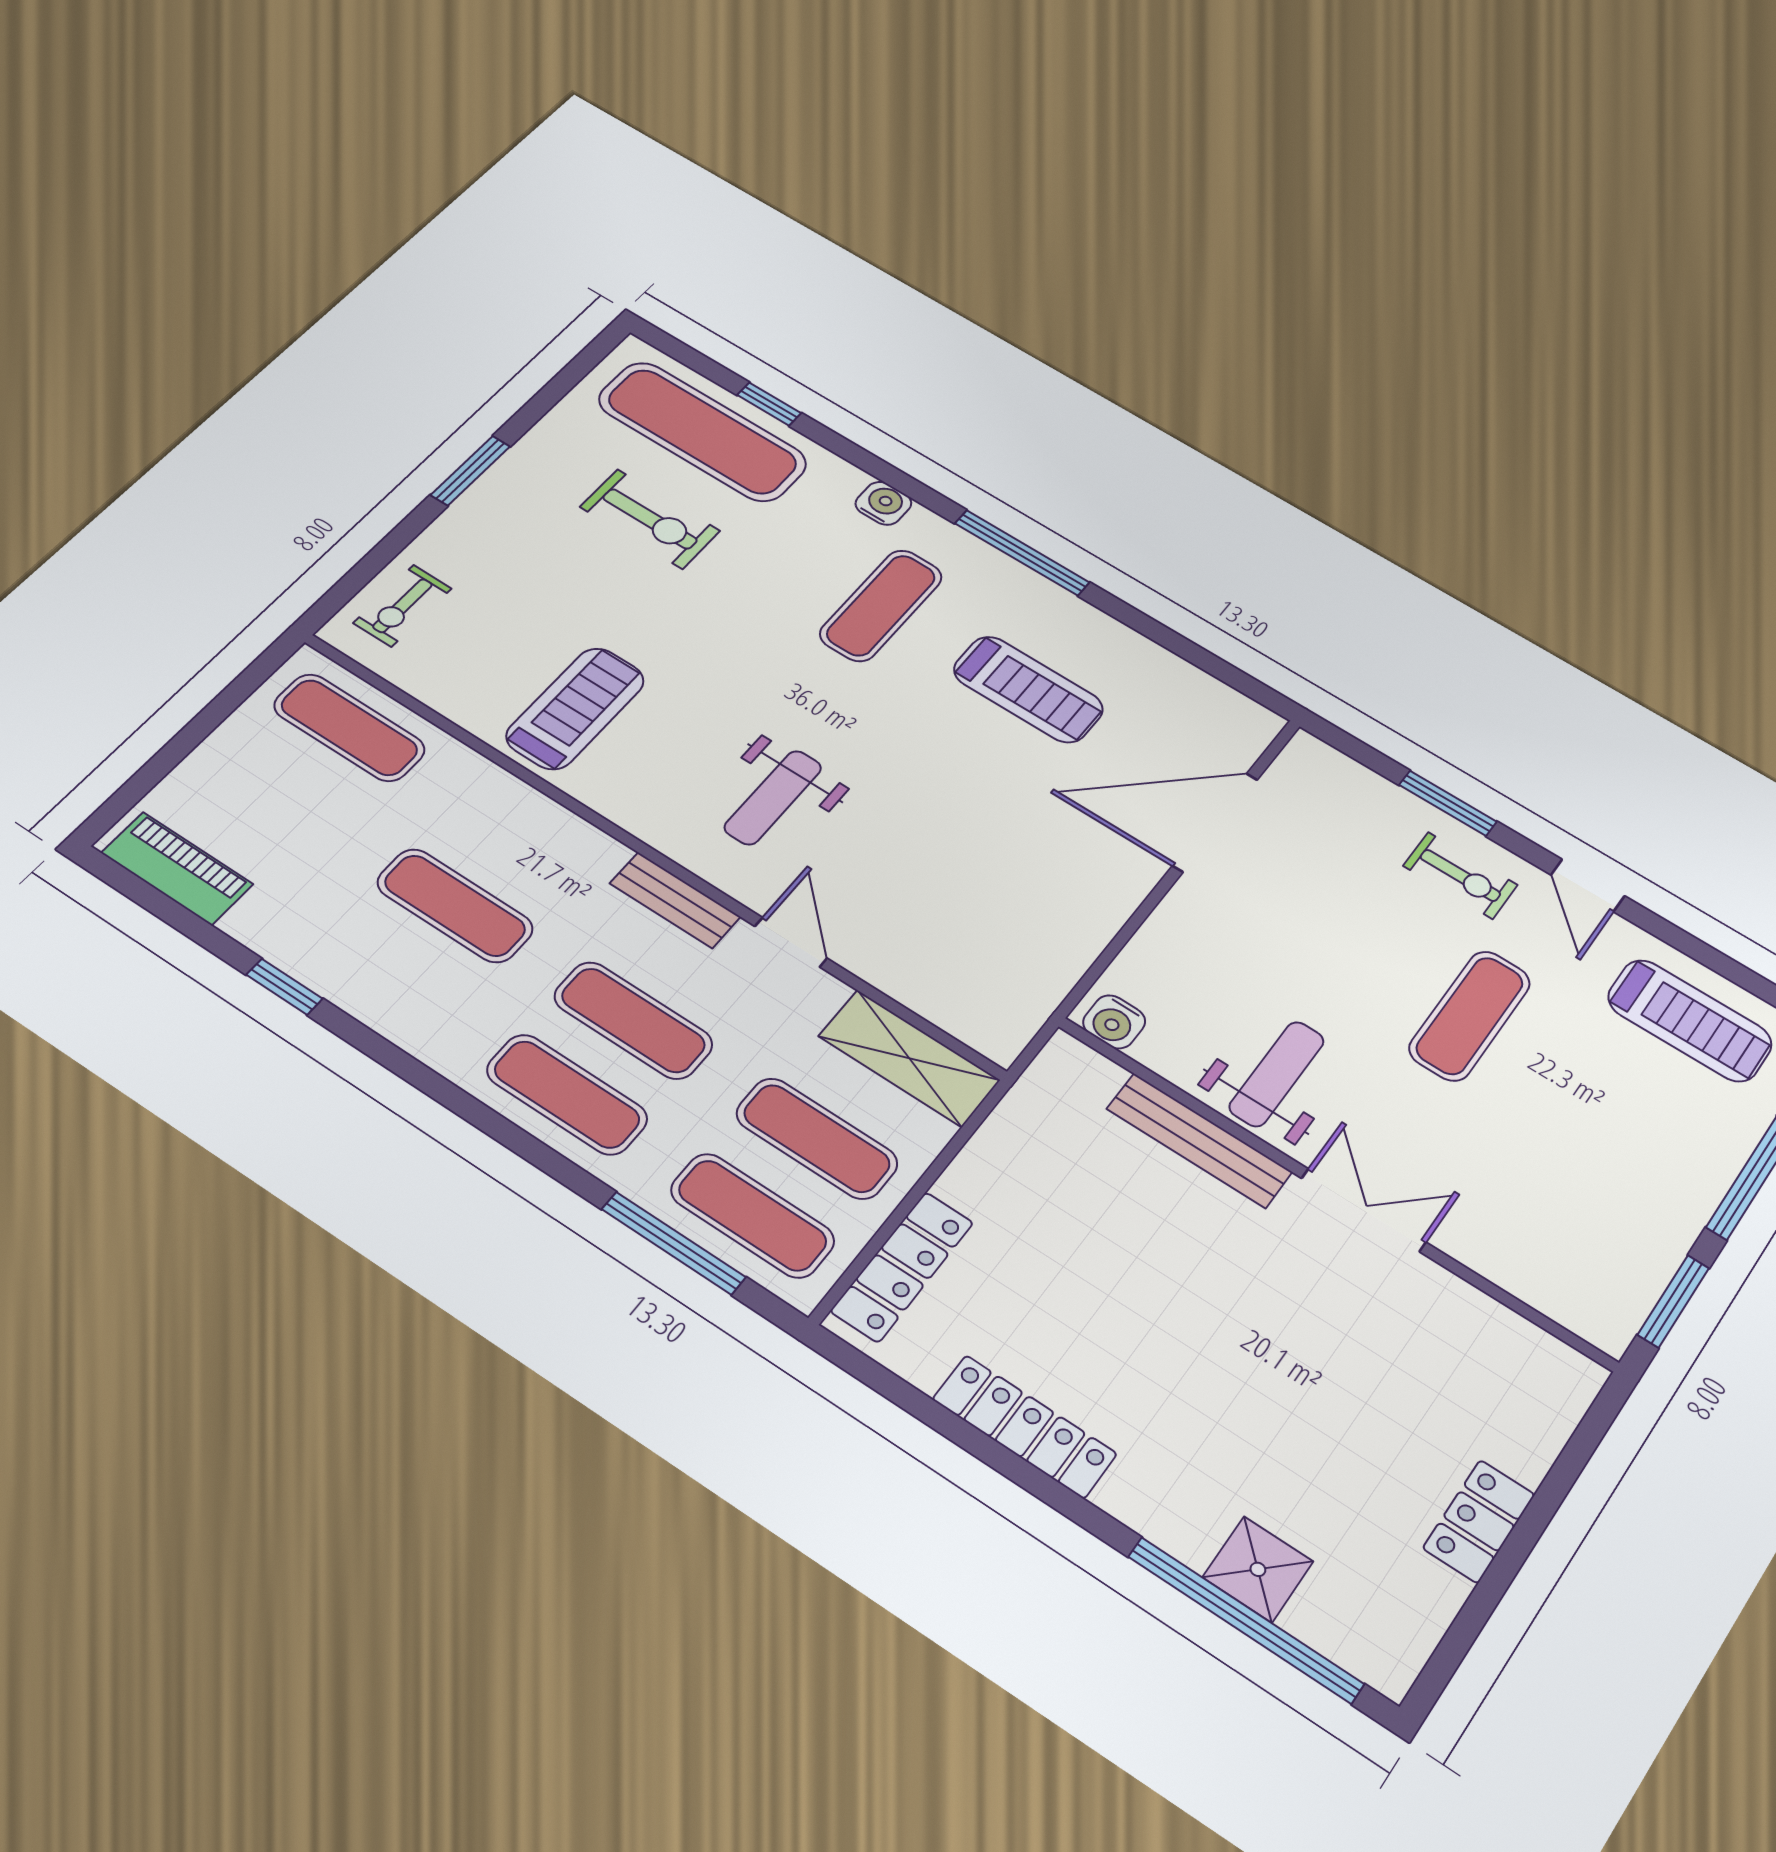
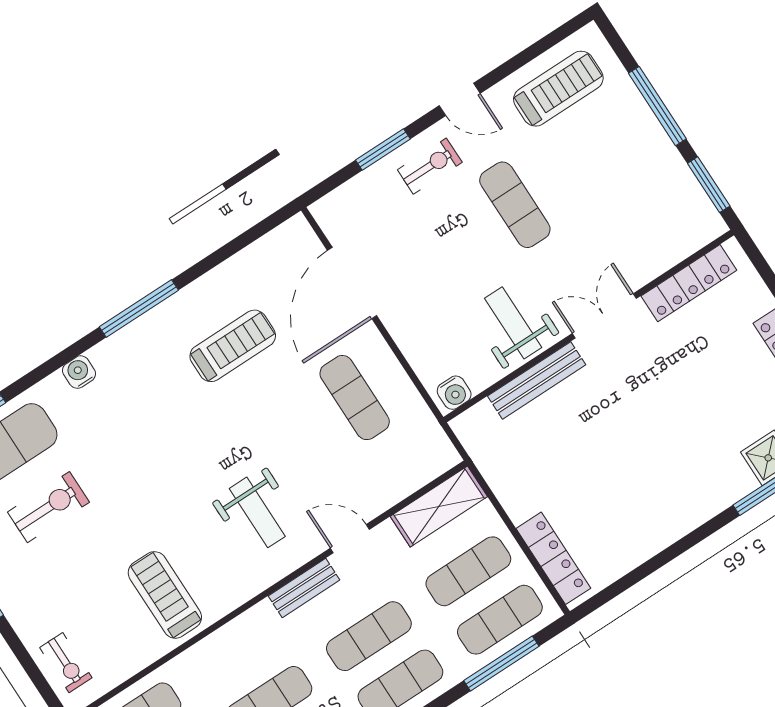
exercise mat: (881, 605) -> (355, 398), moved
locker: (1024, 1427) -> (689, 283), moved, turned 180

